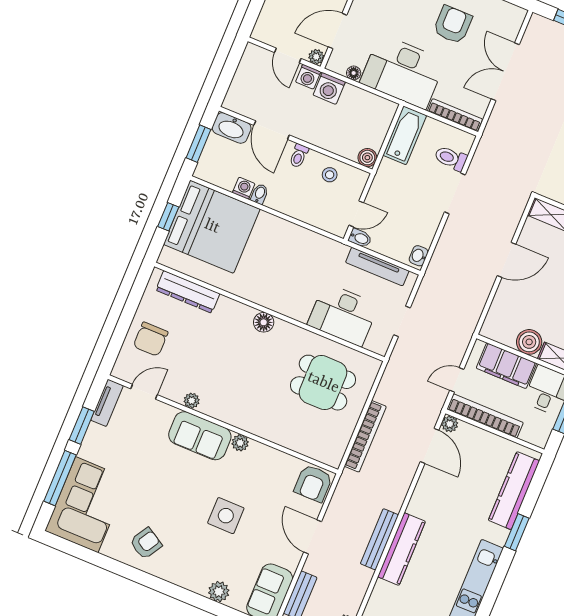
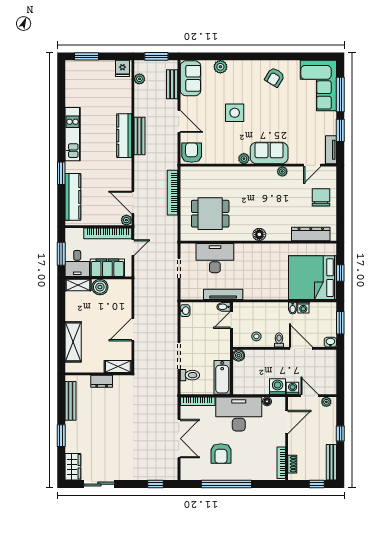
plant: (316, 57) -> (326, 402), moved
washbasin: (232, 128) -> (330, 342), width x0.52, depth x0.69
tv unit: (377, 267) -> (223, 294), moved

